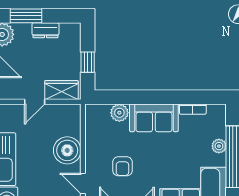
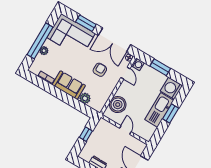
wardrobe: (61, 90) -> (108, 128), removed
door: (35, 102) -> (125, 130), hinge flipped
boiler: (67, 150) -> (118, 105), moved

